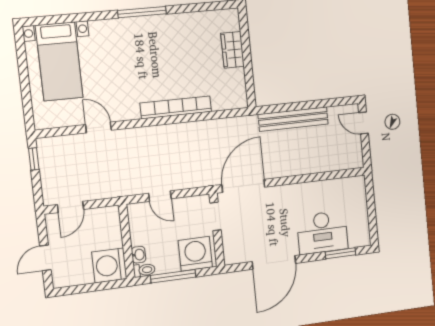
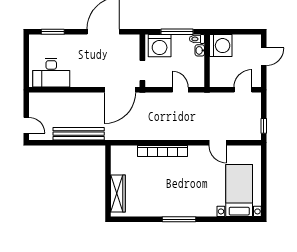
wardrobe: (232, 50) -> (118, 194), width x1.50
desk: (322, 232) -> (51, 73), moved, turned 180

